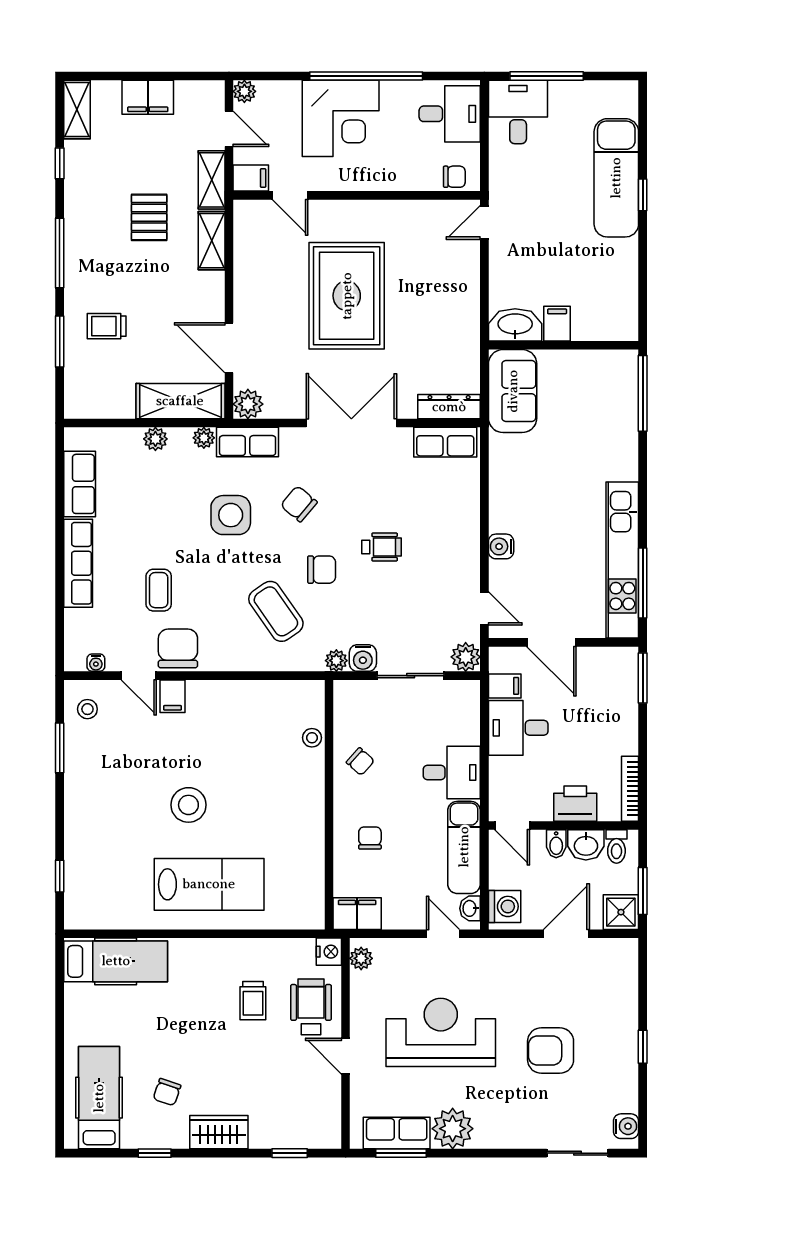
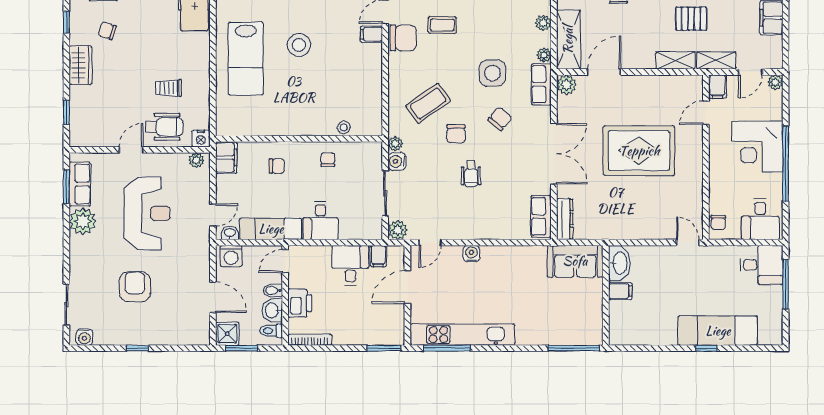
chair: (360, 762) -> (328, 160), turned 138

